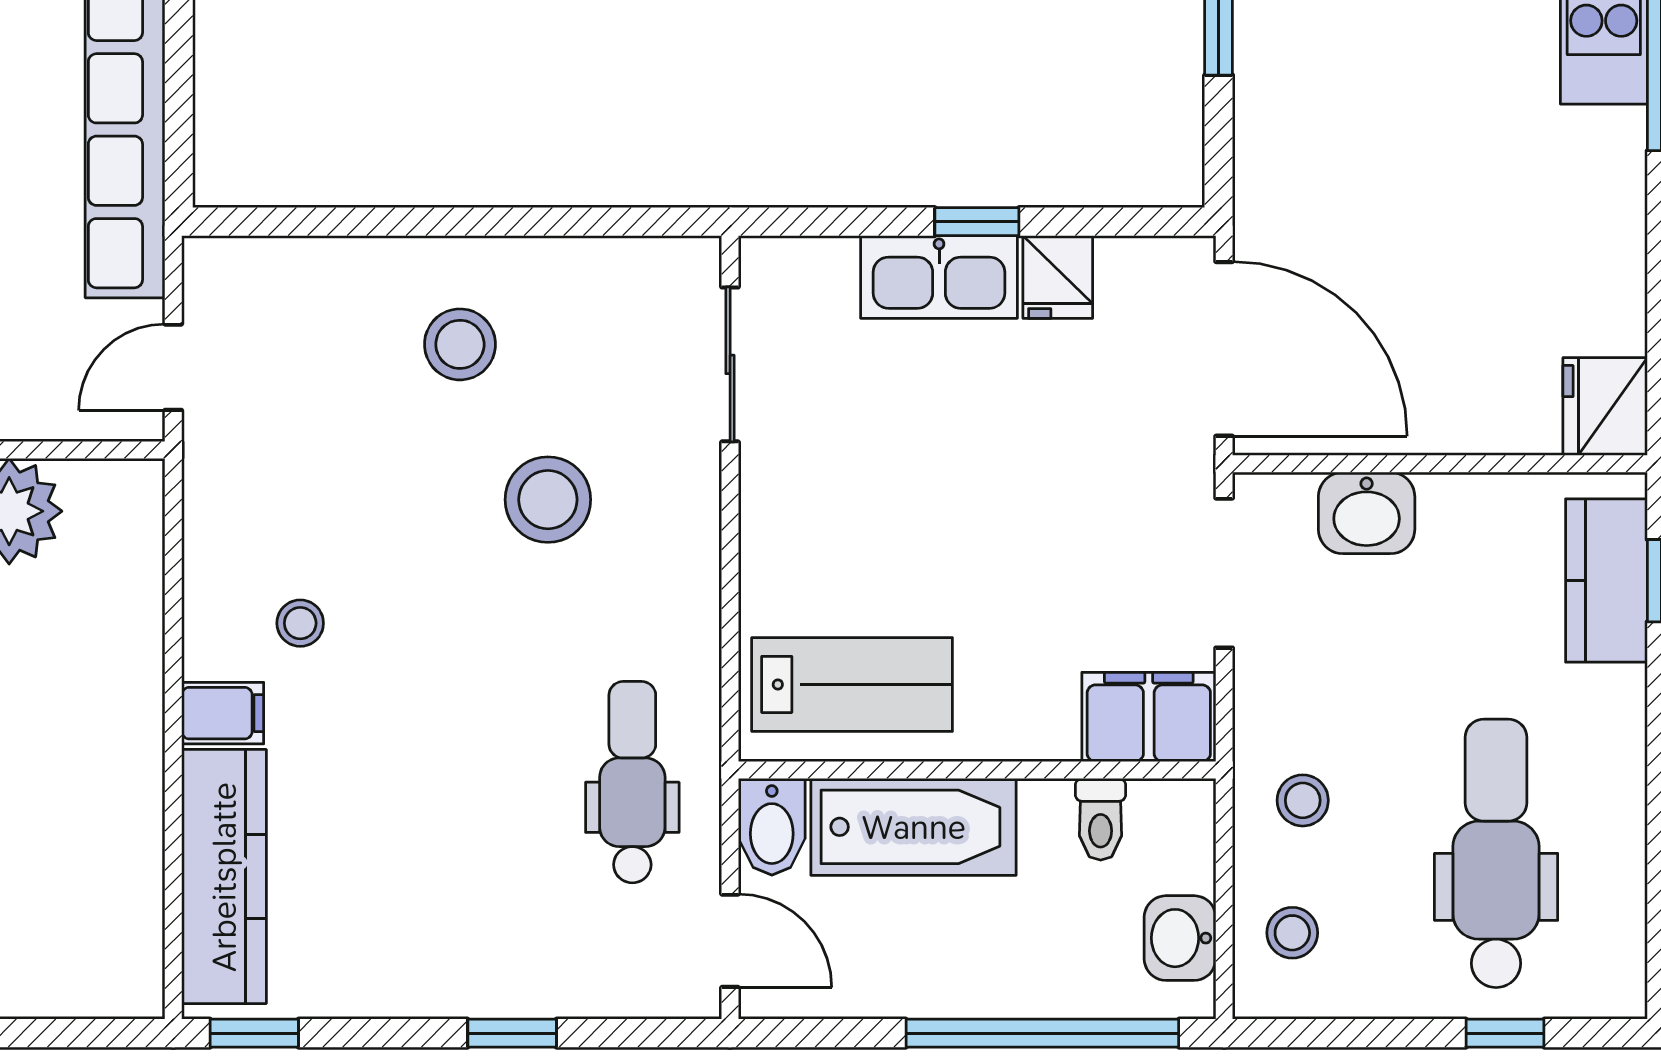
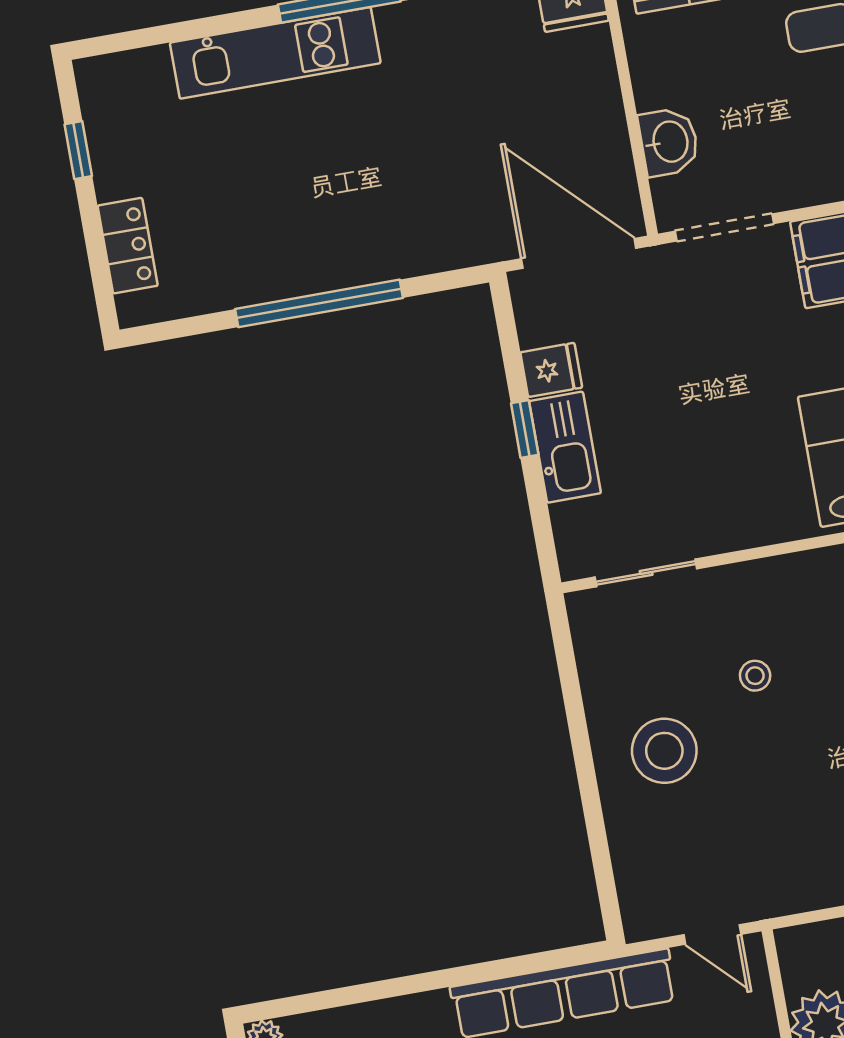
stool: (460, 344) -> (664, 751), width x1.38, depth x1.38
door: (1224, 349) -> (579, 253), hinge flipped
stool: (548, 500) -> (755, 676), width x0.53, depth x0.53

